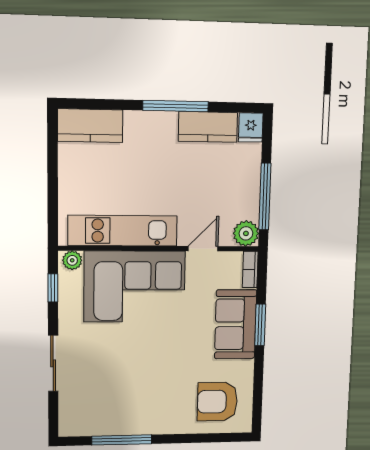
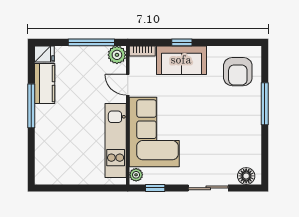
kitchen counter: (90, 126) -> (45, 163), removed
window: (260, 325) -> (182, 42), width x0.67
floor lamp: (70, 416) -> (246, 176), added
window: (122, 440) -> (265, 104), moved

